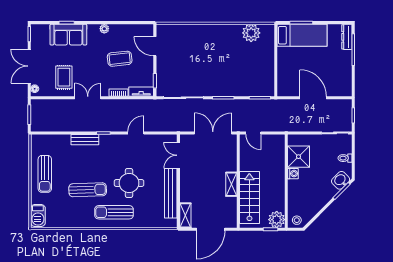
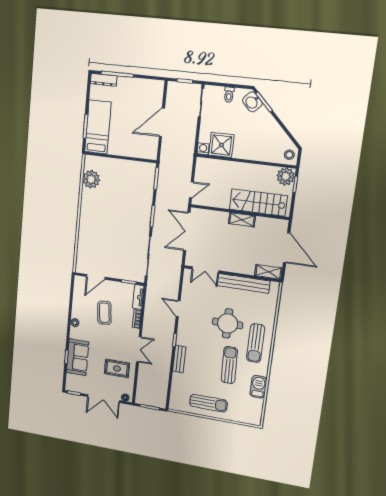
double door: (88, 98) -> (139, 349), swing flipped
washing machine: (293, 174) -> (203, 149), moved
barbecue: (38, 215) -> (258, 387), moved, turned -90

